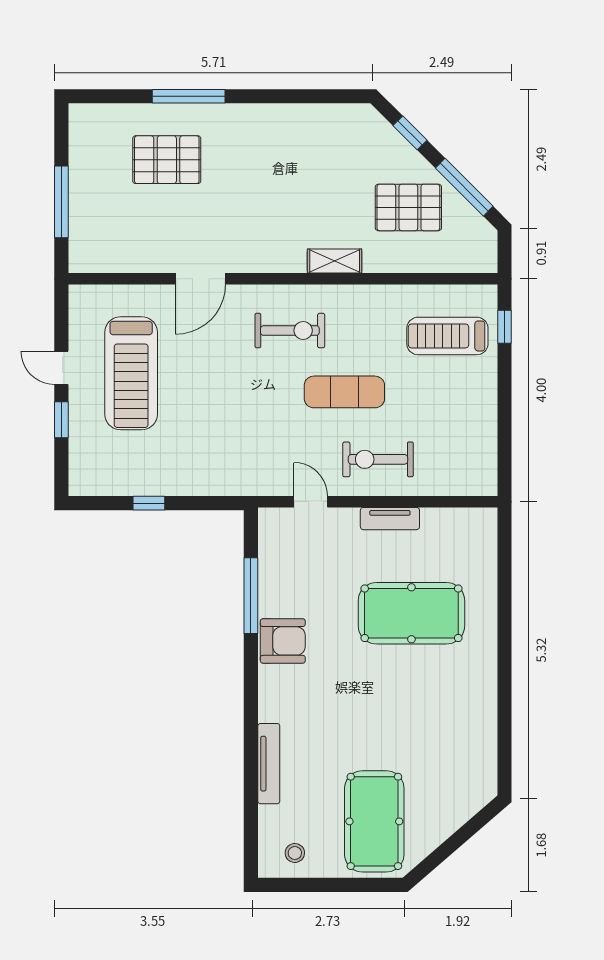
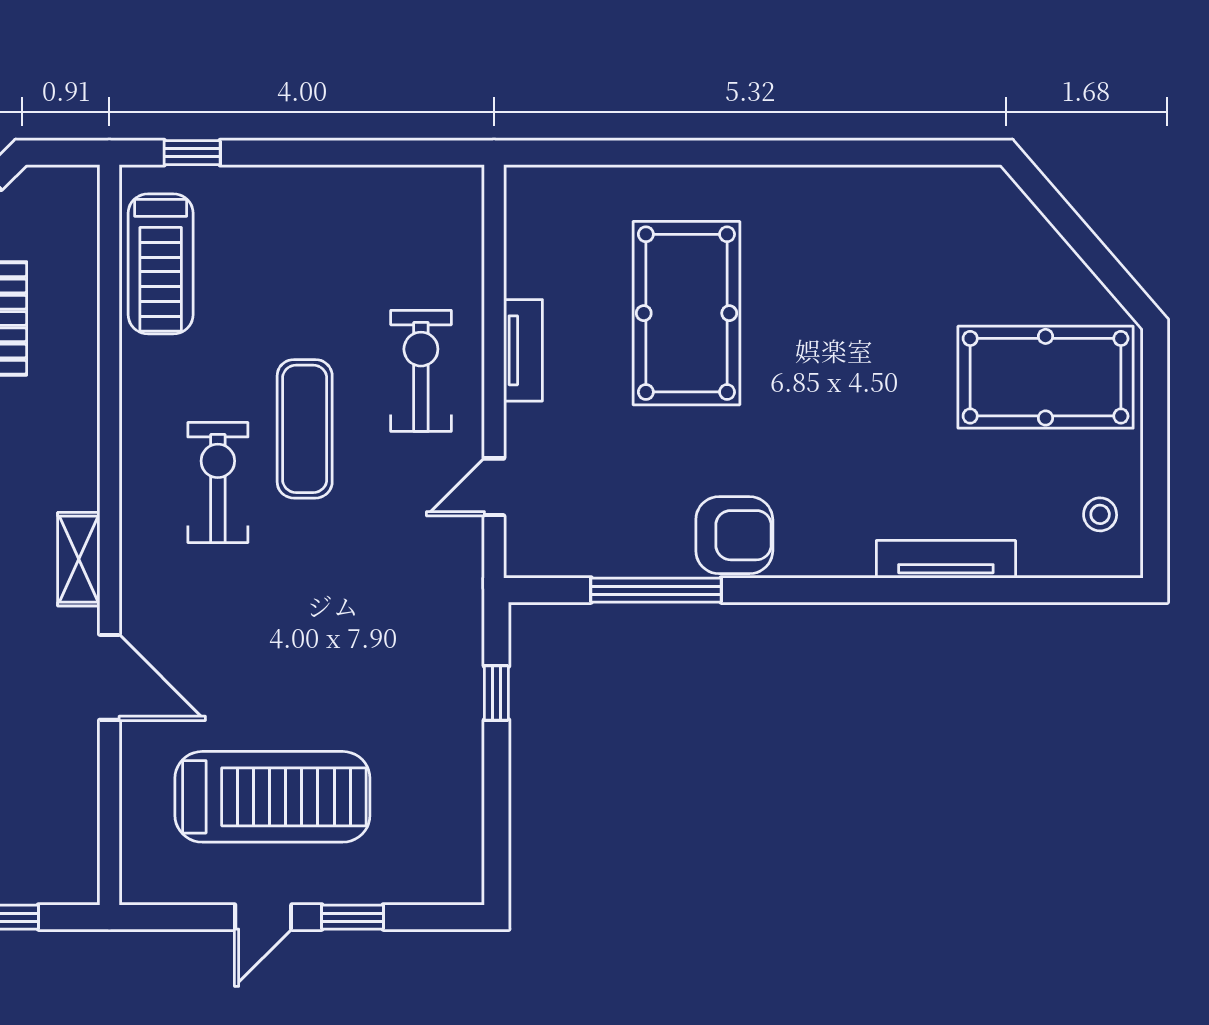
shelving: (335, 261) -> (79, 559), moved
exercise bike: (290, 331) -> (218, 483), moved
treadmill: (447, 336) -> (161, 264), moved
exercise bike: (378, 459) -> (421, 371), turned 180
window: (149, 503) -> (496, 693), moved
armchair: (283, 641) -> (734, 535), turned 90

